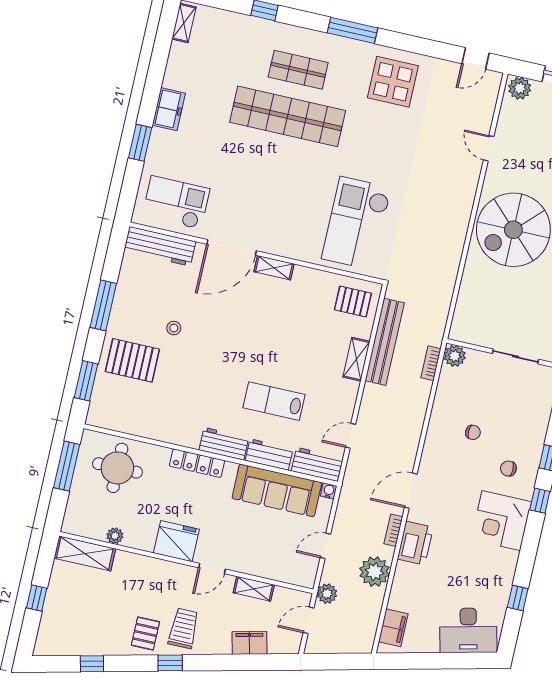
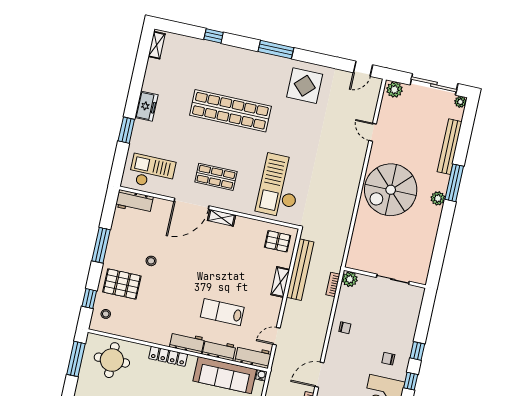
shop shelf: (298, 70) -> (216, 177), moved
workbench: (160, 246) -> (134, 202), width x0.73
window: (86, 381) -> (89, 299), width x0.67
stool: (109, 403) -> (106, 314), added
chair: (473, 432) -> (345, 328), moved

